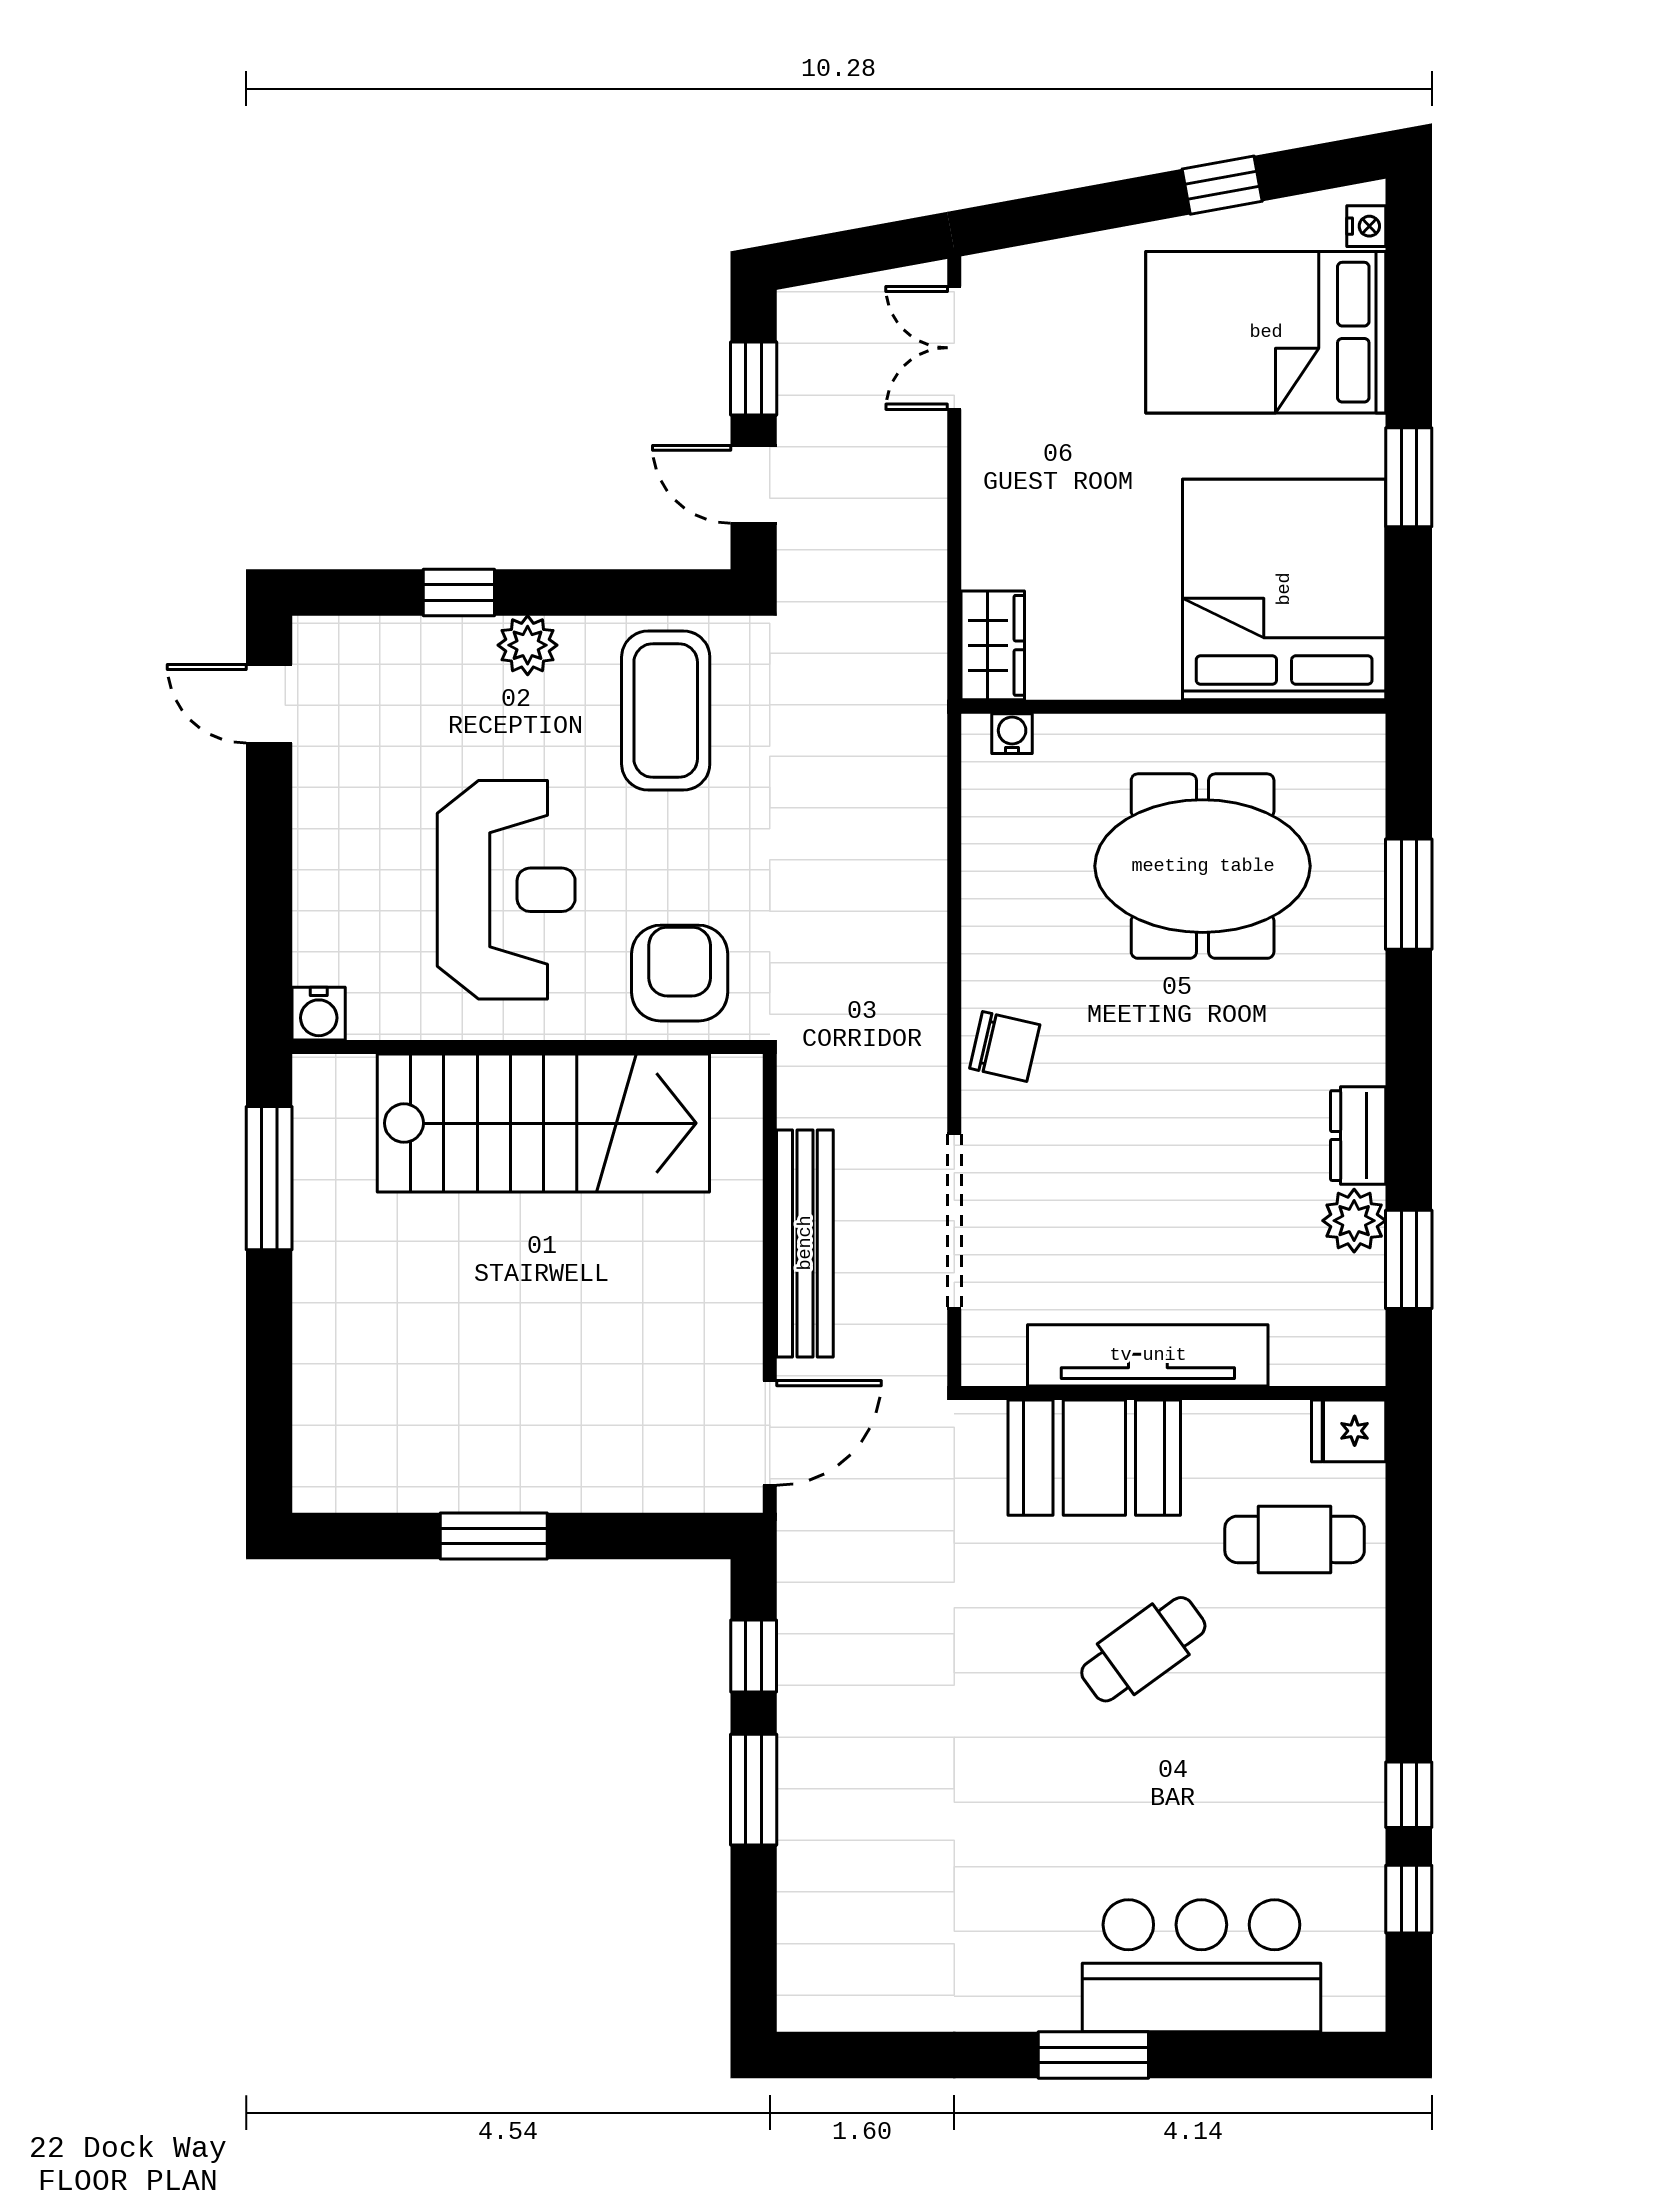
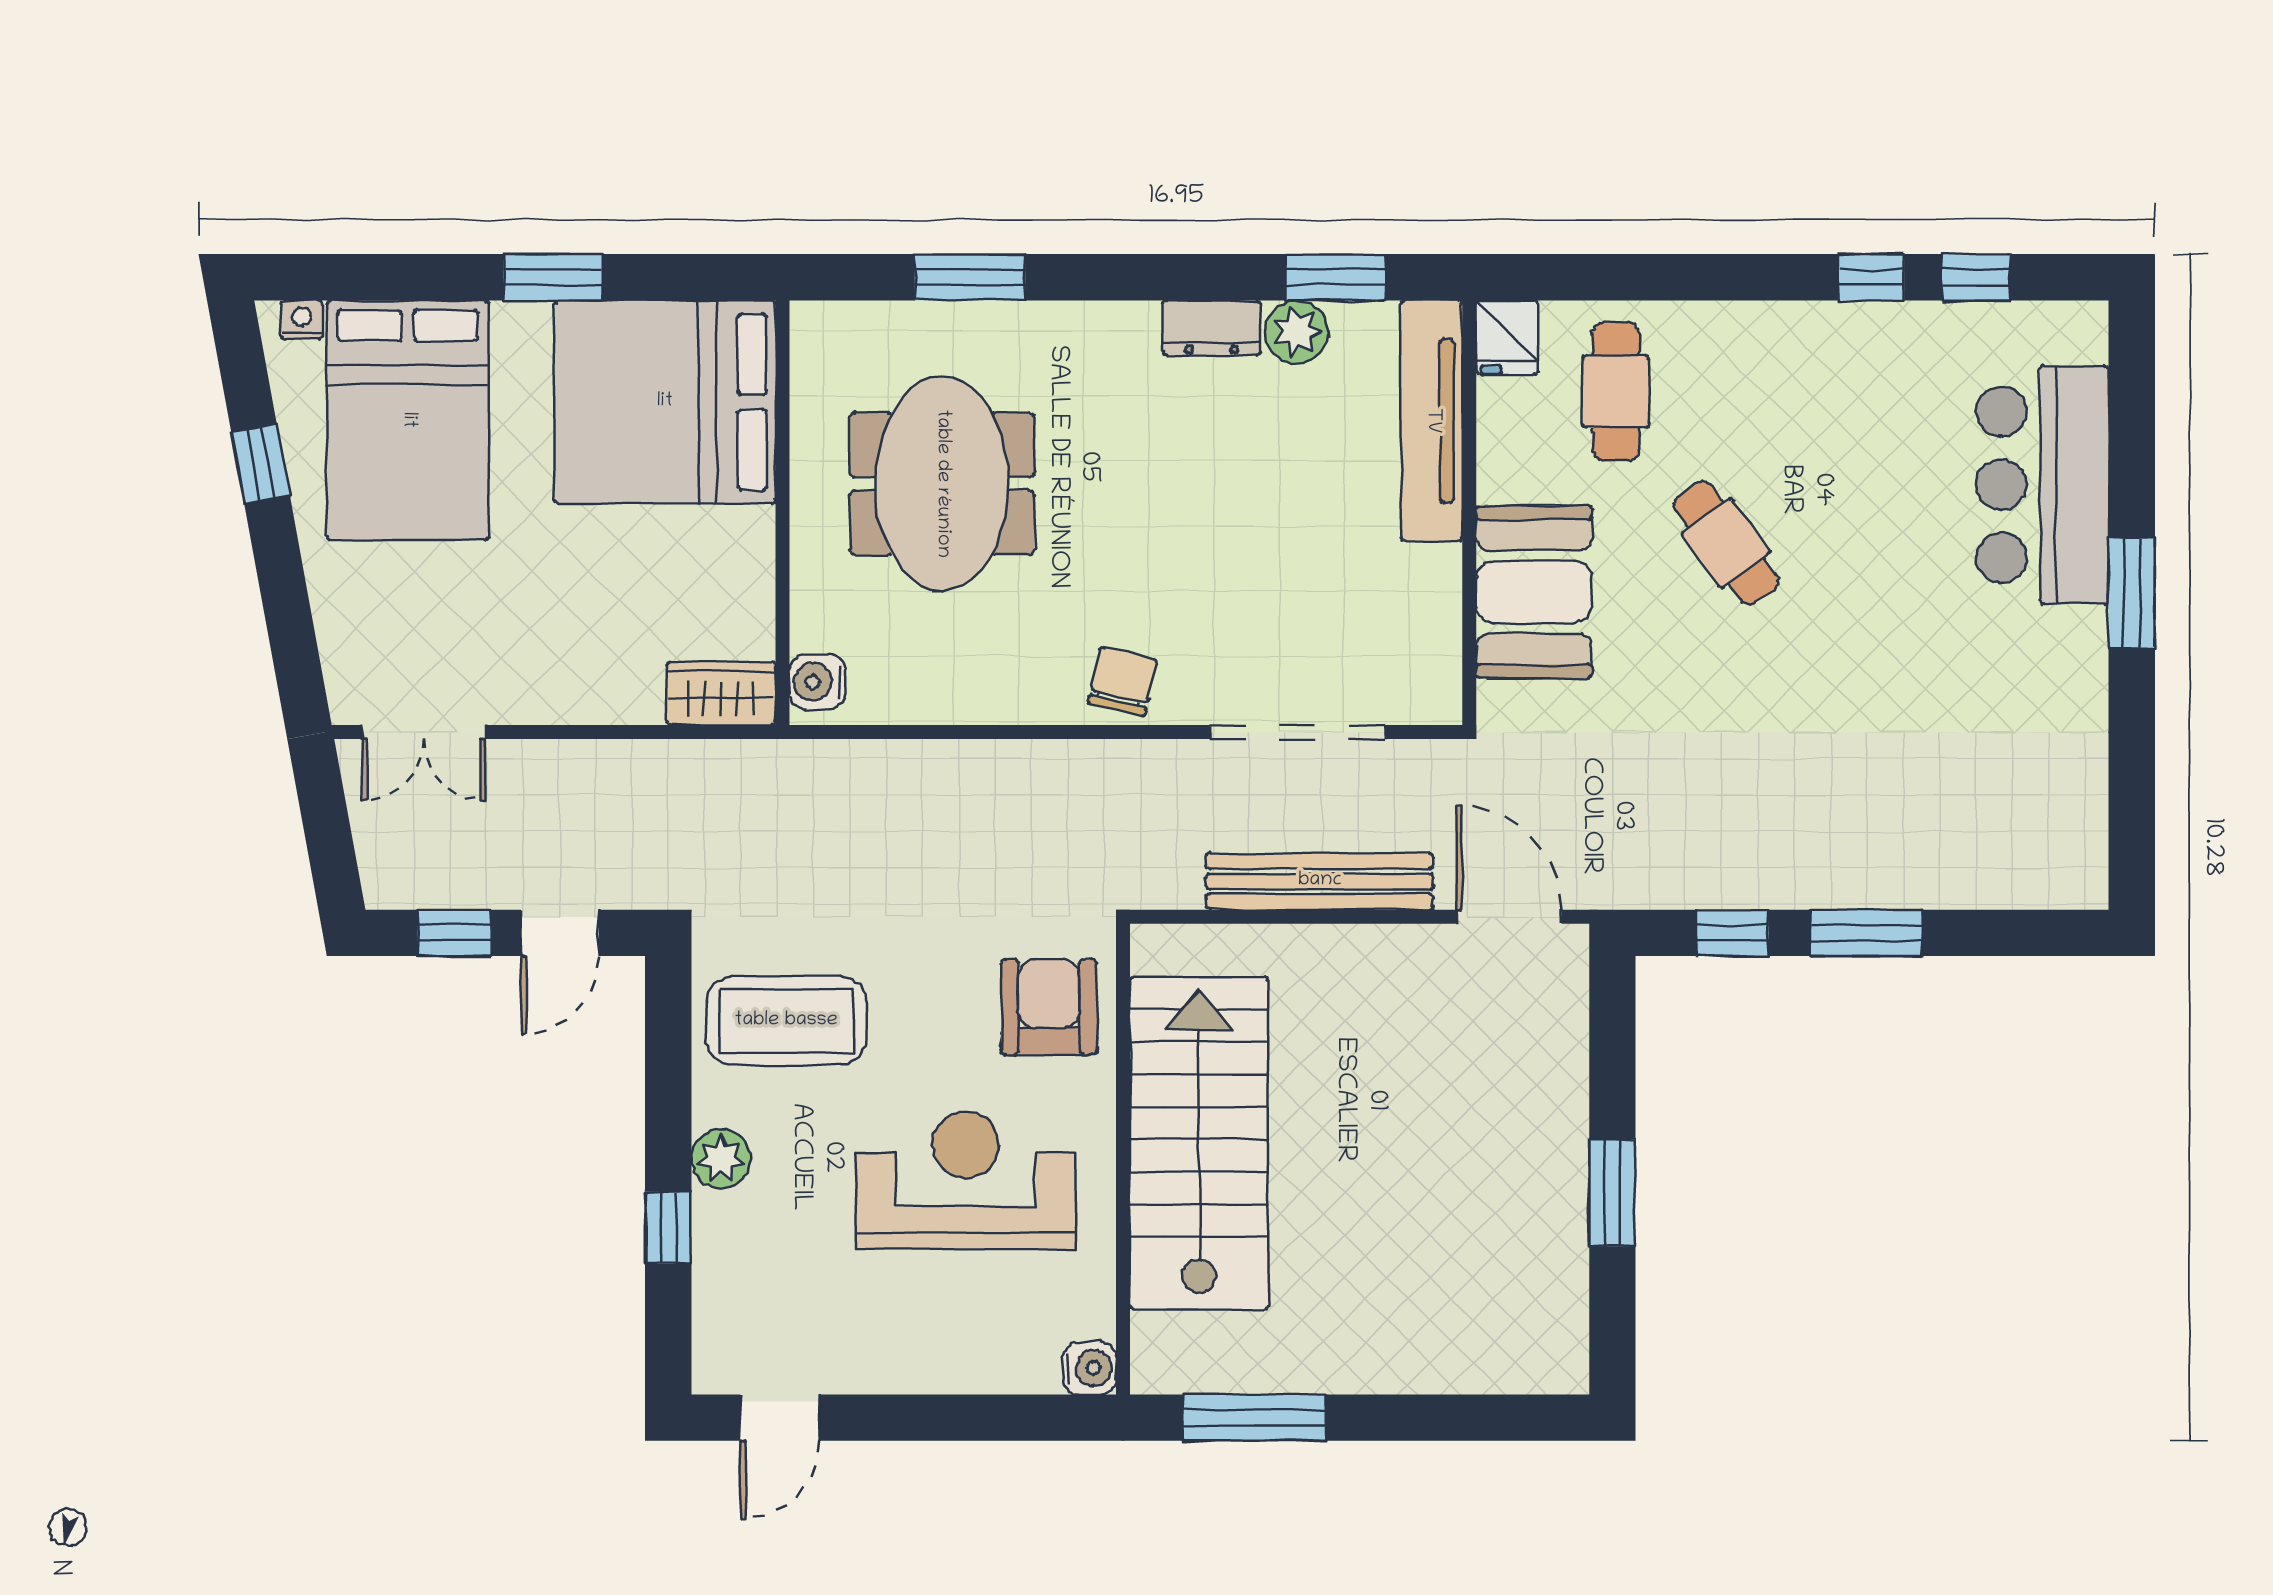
water cooler: (1012, 734) -> (817, 682), width x1.38, depth x1.38
armchair: (680, 973) -> (1049, 1007), turned 90
tv unit: (1148, 1355) -> (1432, 421), moved

